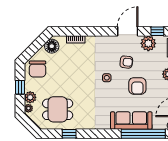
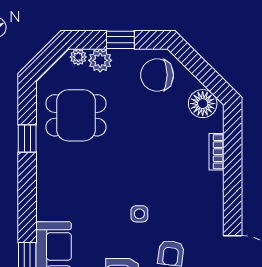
dining table: (58, 109) -> (76, 115), turned 90

